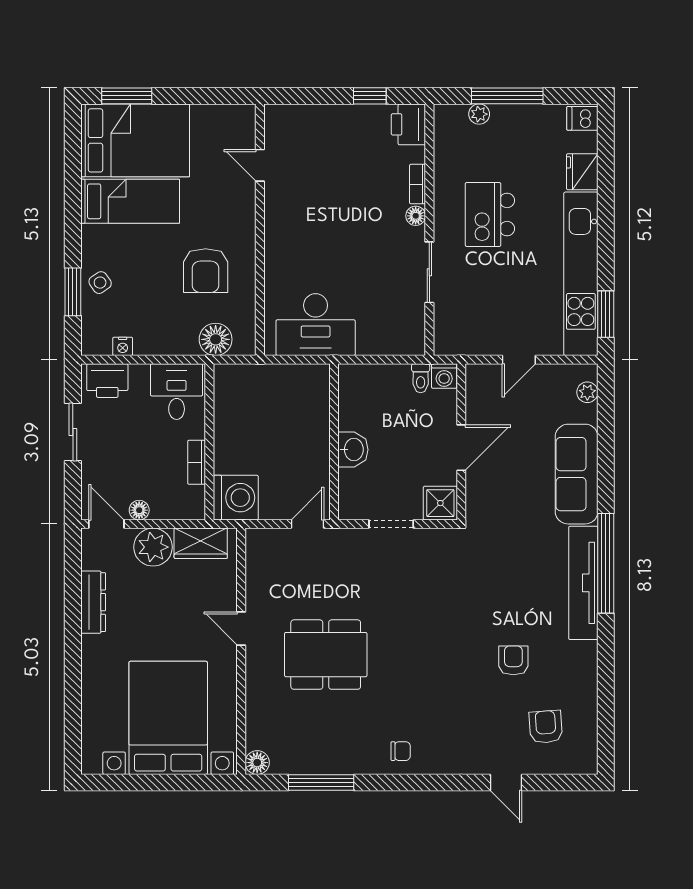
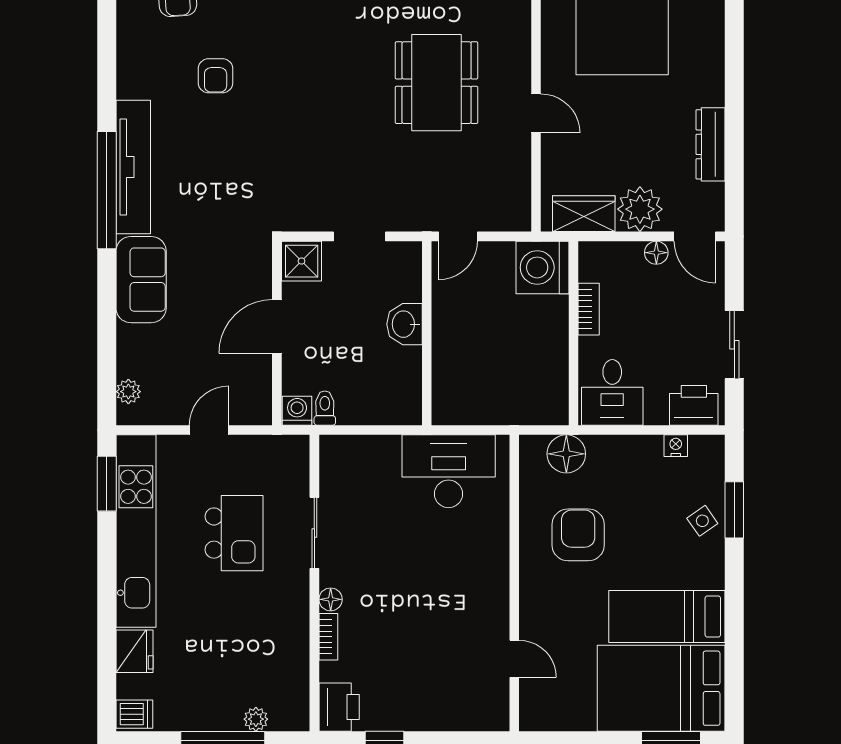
kitchen island: (490, 214) -> (234, 533), moved
sofa: (577, 474) -> (141, 280), width x0.73
dining table: (326, 655) -> (437, 83), turned 90

